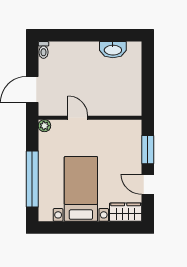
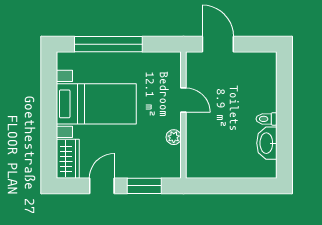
toilet: (43, 50) -> (267, 119), moved
door: (78, 118) -> (183, 100), hinge flipped
plant: (44, 126) -> (174, 137), moved

